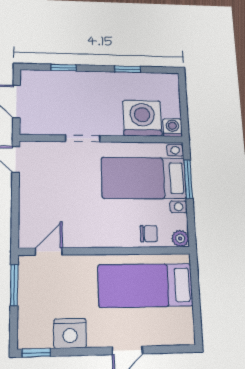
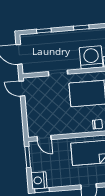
door: (49, 251) -> (44, 138), swing flipped
nightstand: (70, 333) -> (39, 180), moved, turned 90

